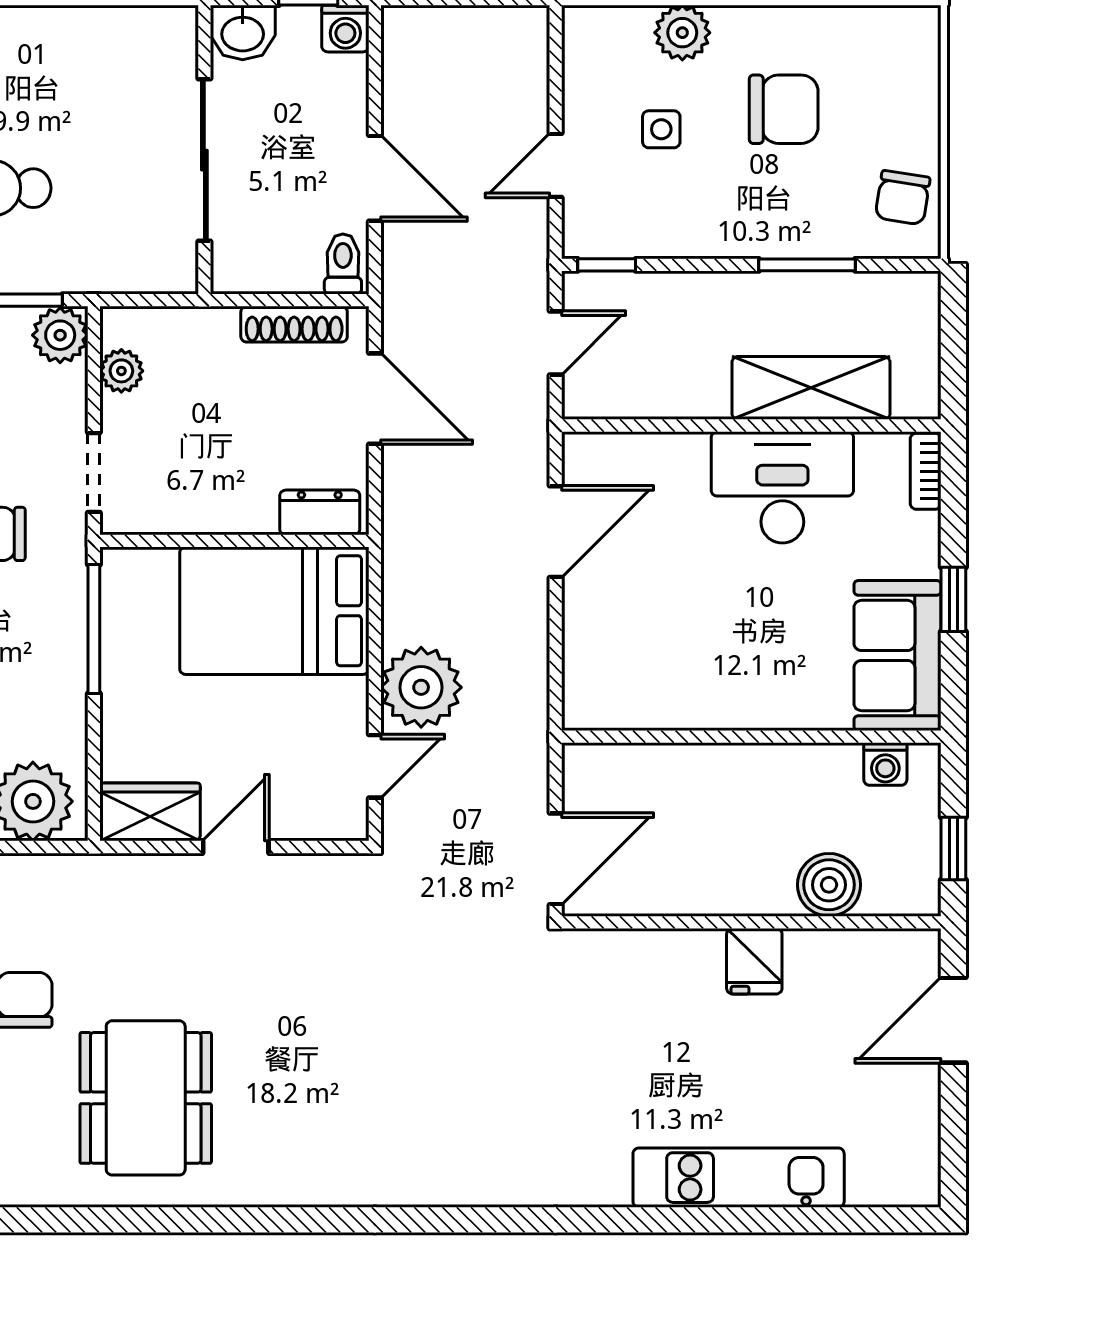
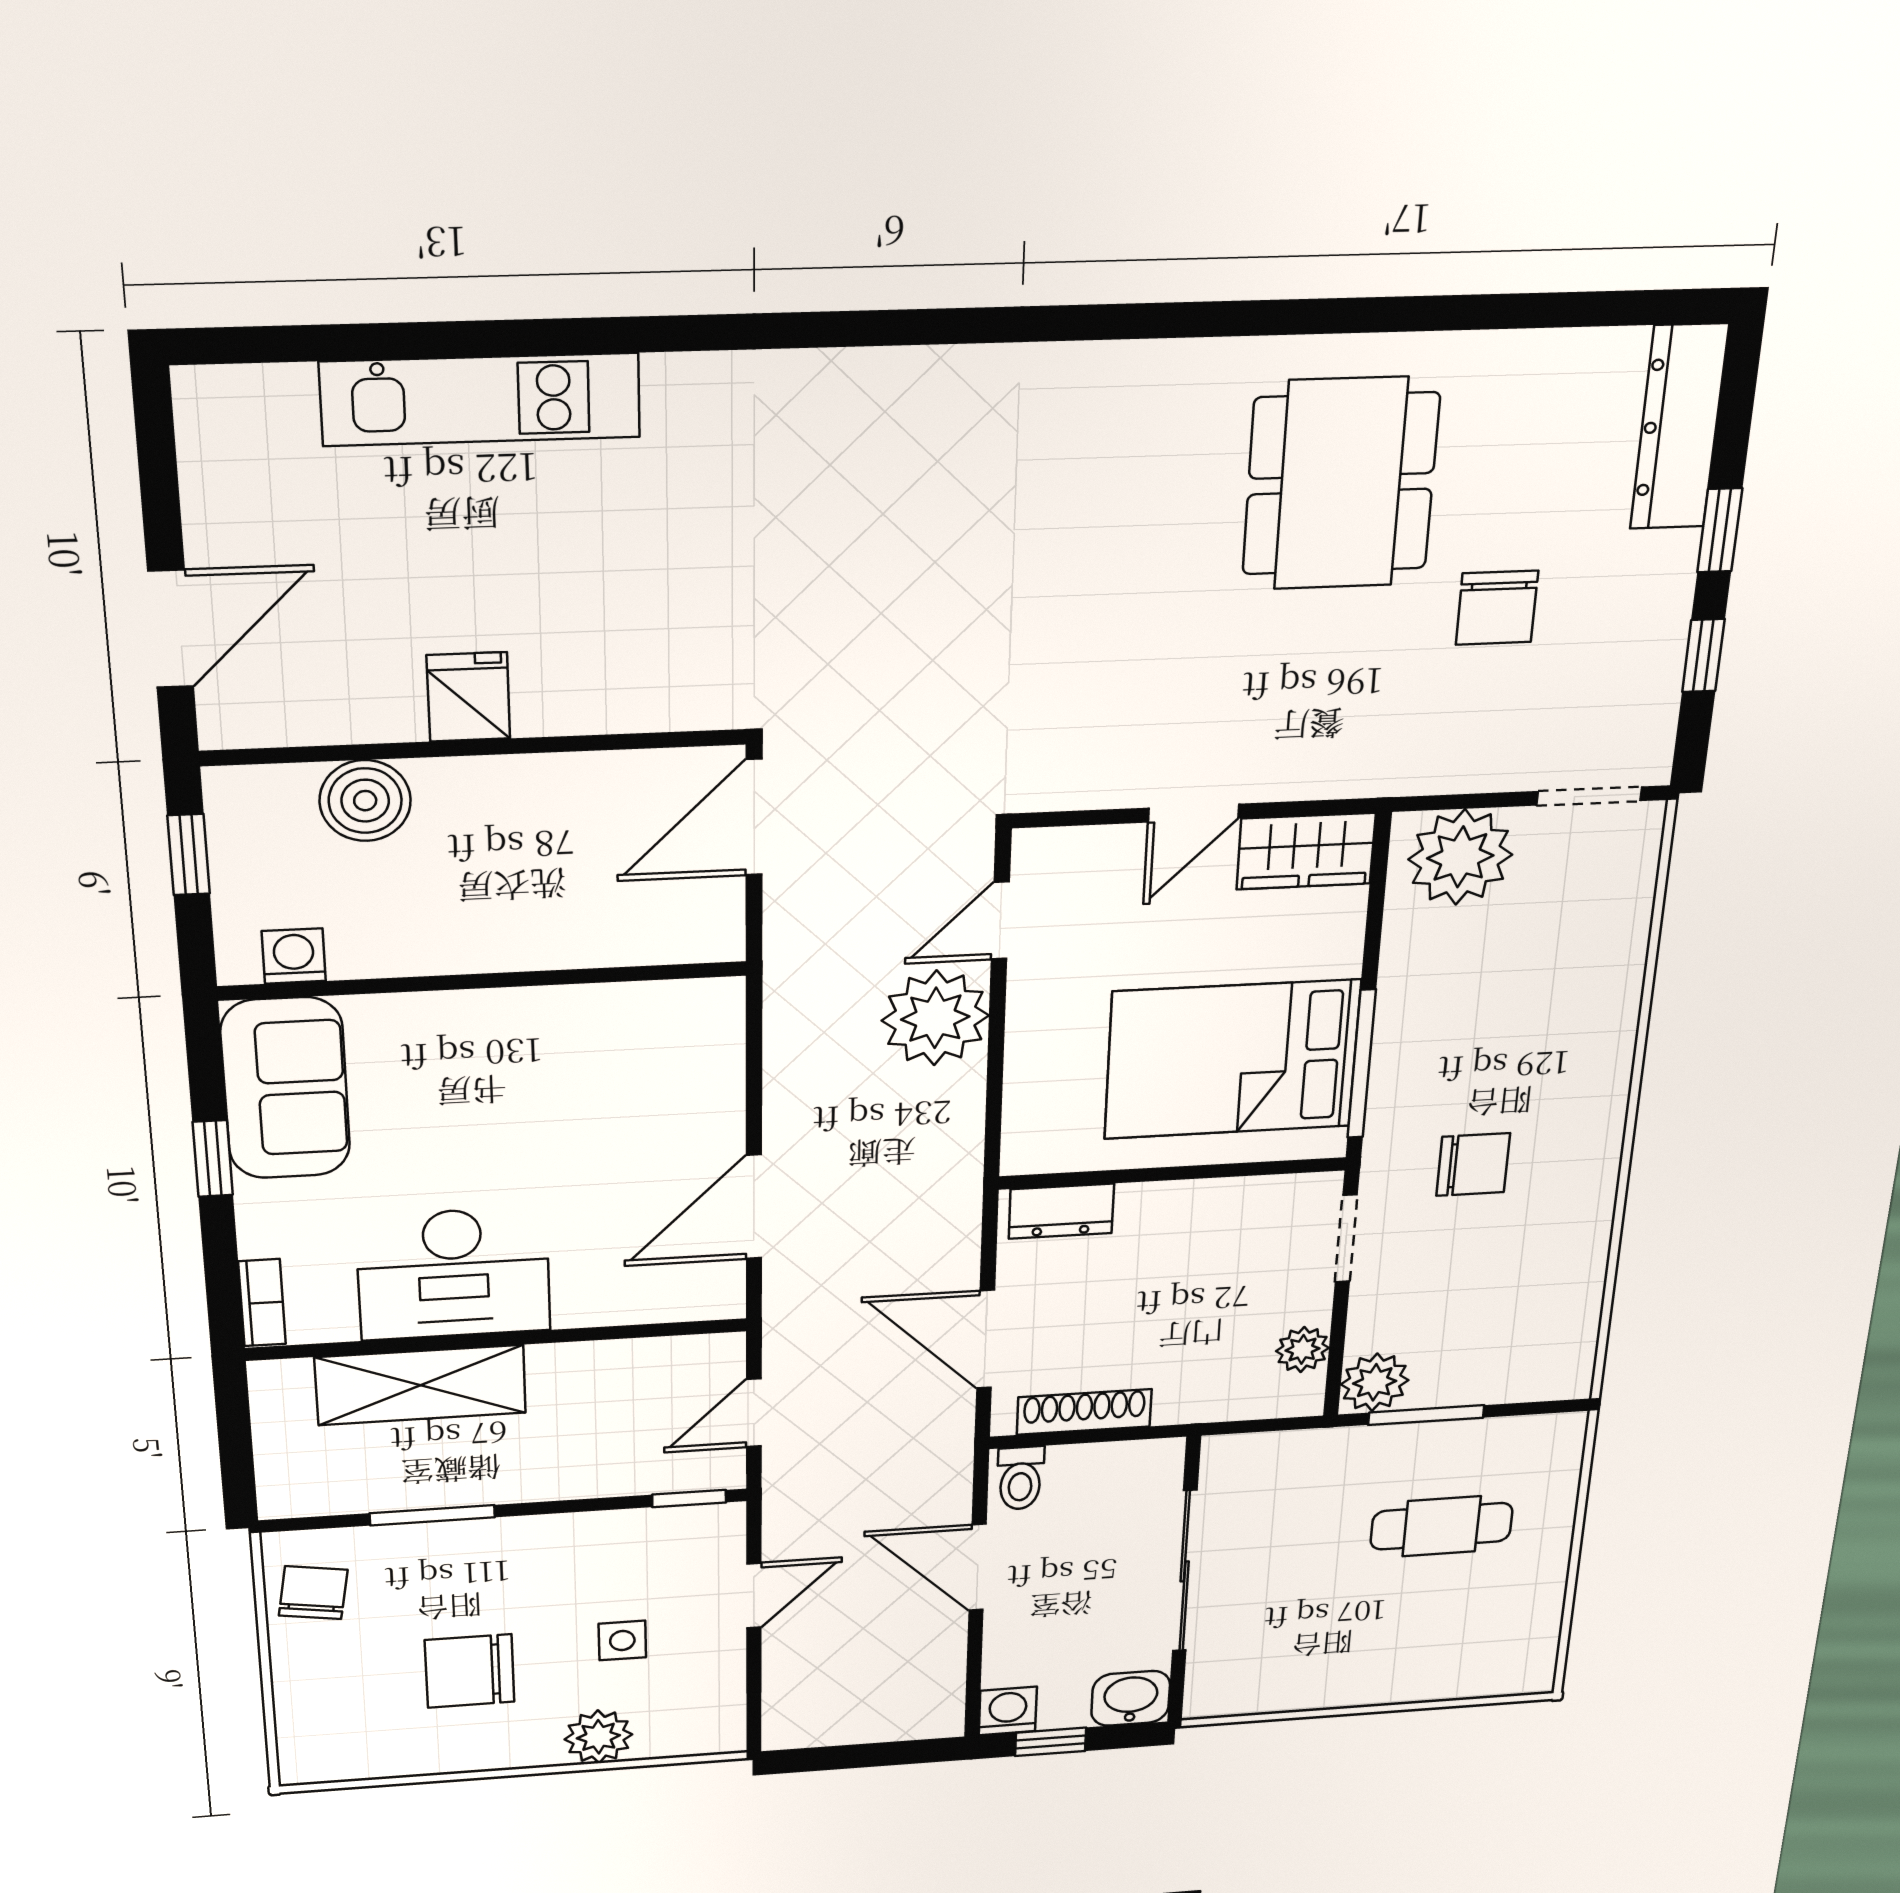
bed: (274, 611) -> (1232, 1059), moved, turned 180

